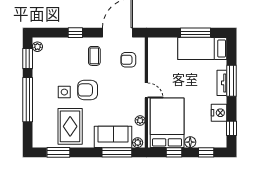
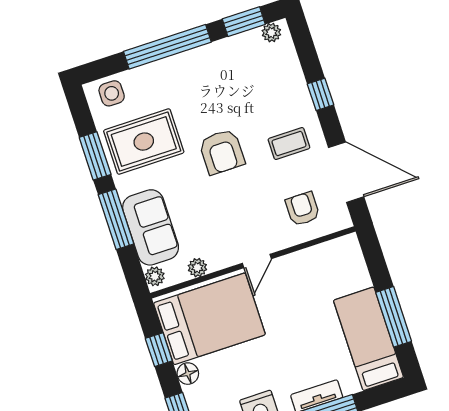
armchair: (88, 90) -> (222, 152), turned 180
side table: (64, 92) -> (112, 93), moved
window: (58, 152) -> (95, 156), moved
window: (117, 152) -> (116, 219), moved

